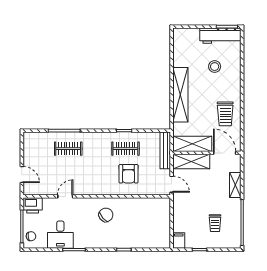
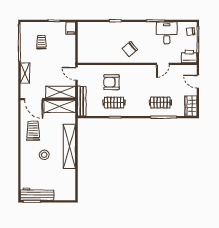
stool: (215, 67) -> (44, 155), moved
wardrobe: (30, 144) -> (191, 106), added
armchair: (129, 174) -> (111, 82), turned -90

